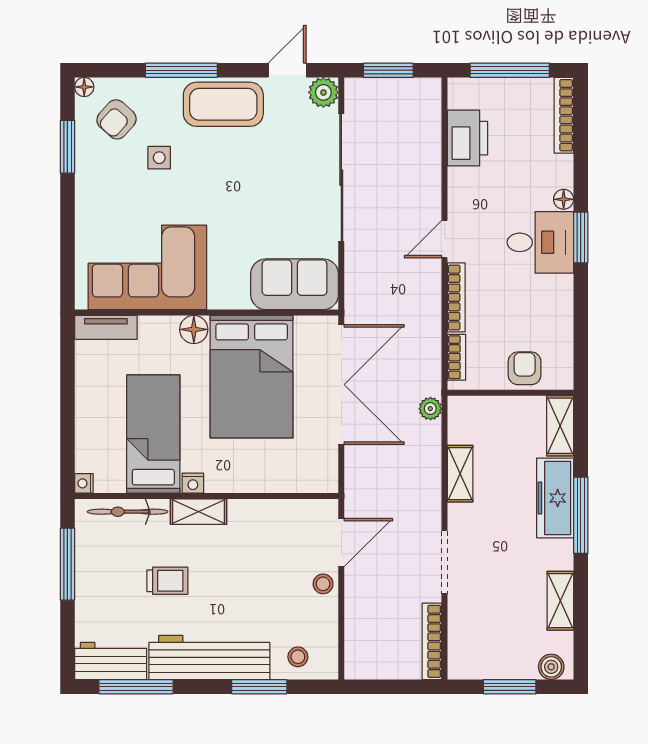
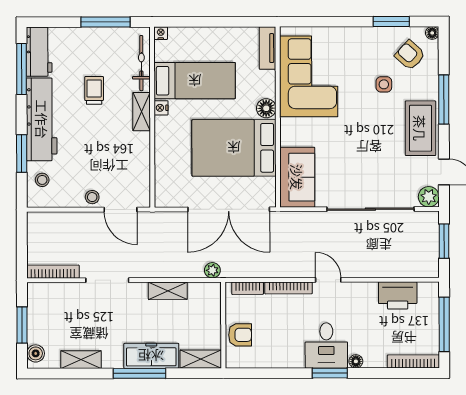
trolley: (167, 581) -> (94, 90), turned 180

